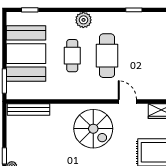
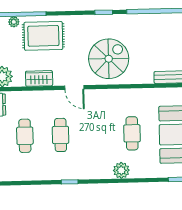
cafe table: (107, 56) -> (61, 135), moved, width x0.73, depth x0.74
spiral stairs: (93, 129) -> (109, 59), turned 90

